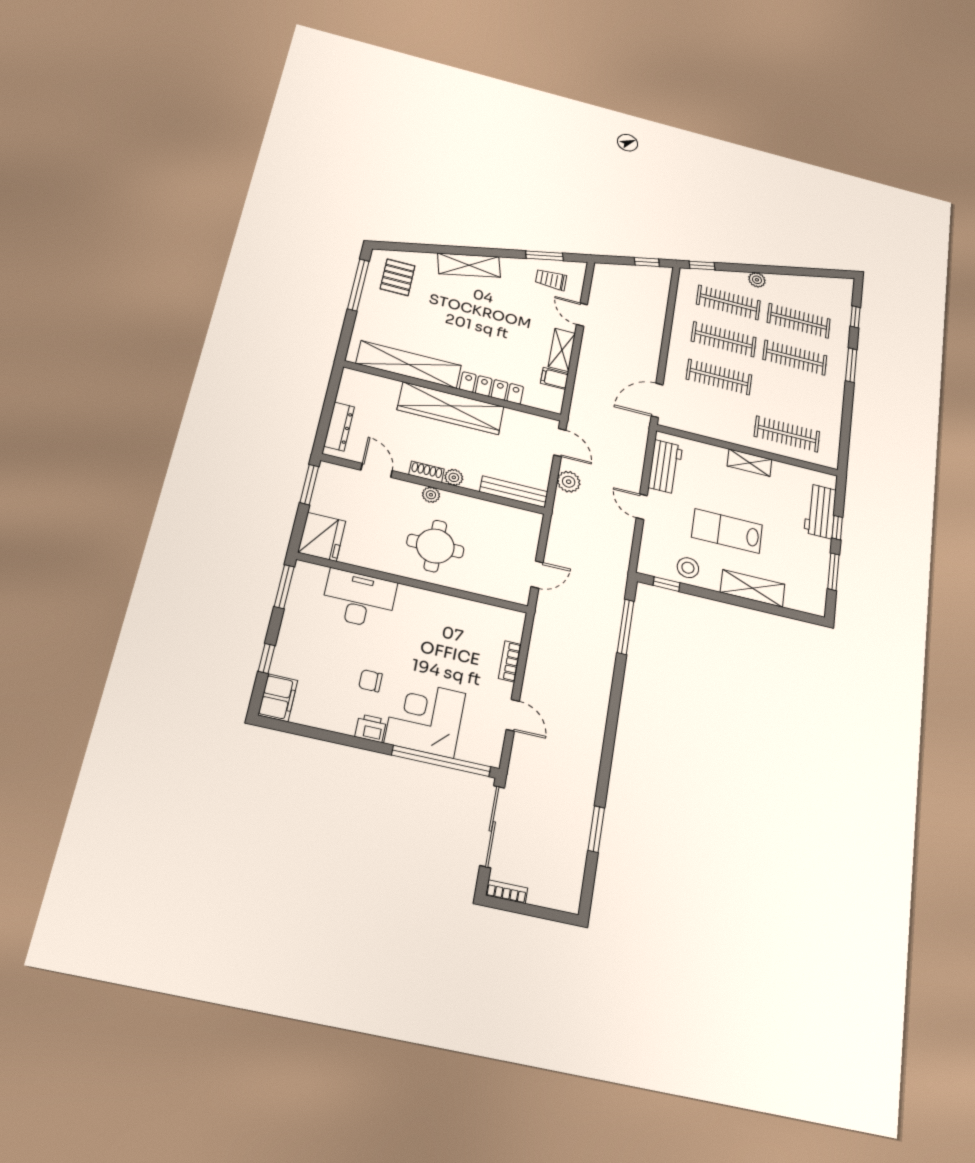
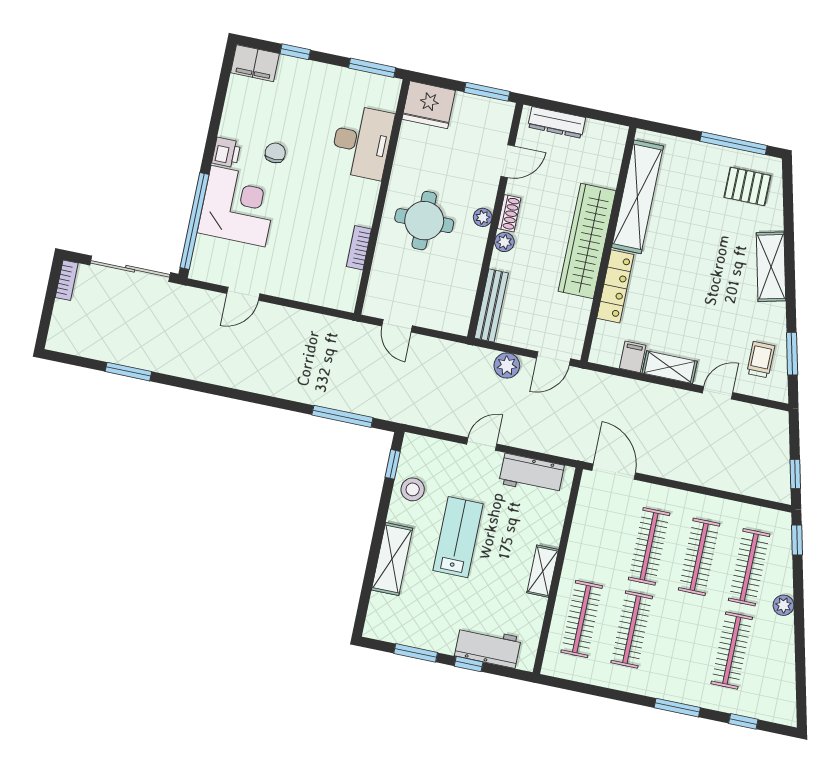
clothes rail: (795, 358) -> (632, 630), moved
bookcase: (510, 661) -> (359, 248), moved, turned -90

